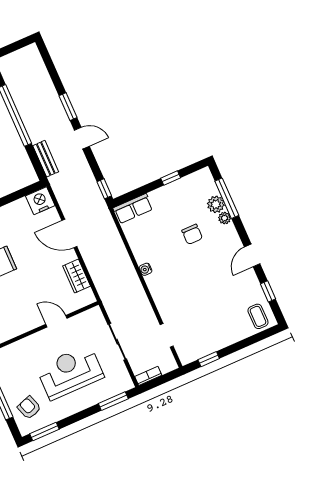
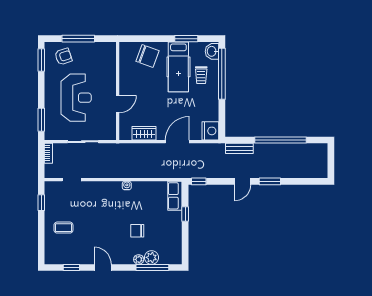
window: (171, 178) -> (185, 214), moved
coffee table: (258, 316) -> (63, 228), moved

